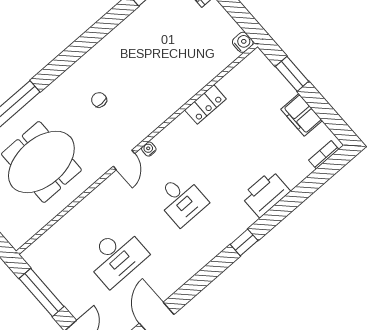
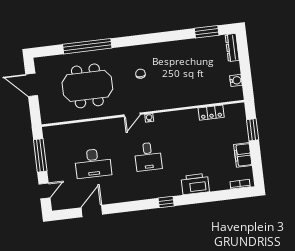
water cooler: (243, 42) -> (236, 80), moved
locker: (205, 104) -> (211, 113), moved

